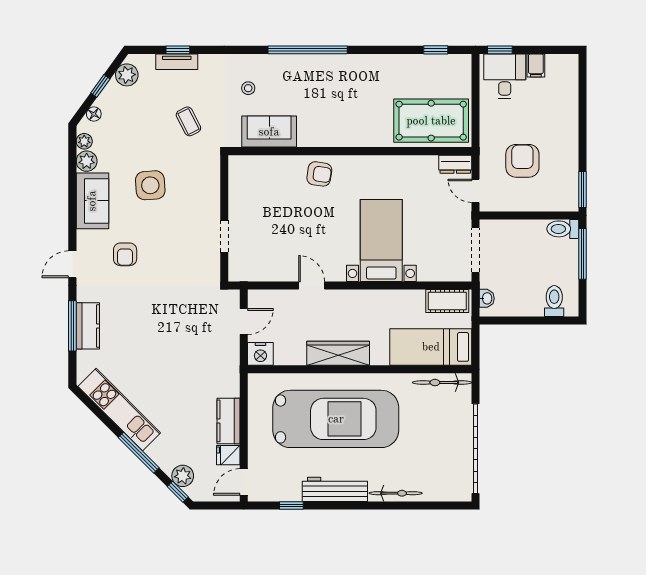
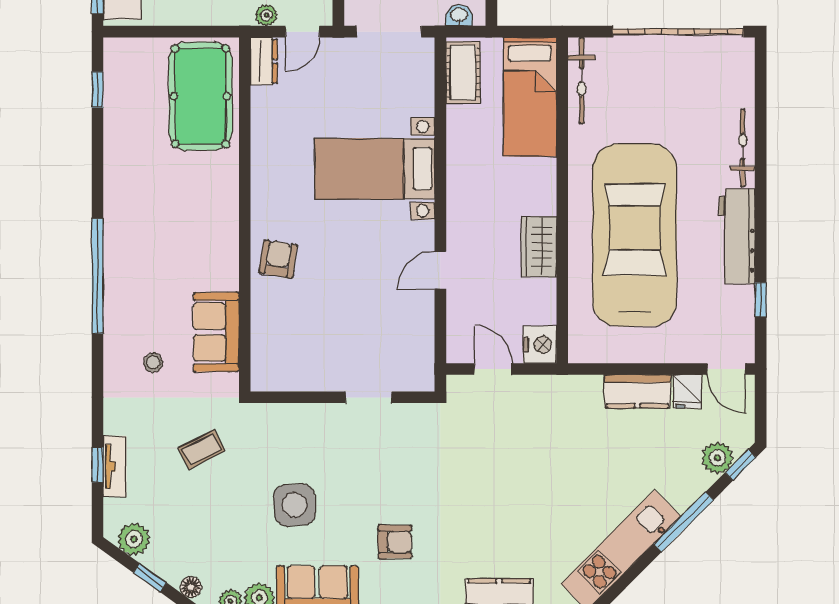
plant: (487, 166) -> (266, 15), added
wardrobe: (338, 353) -> (539, 247), width x0.67

